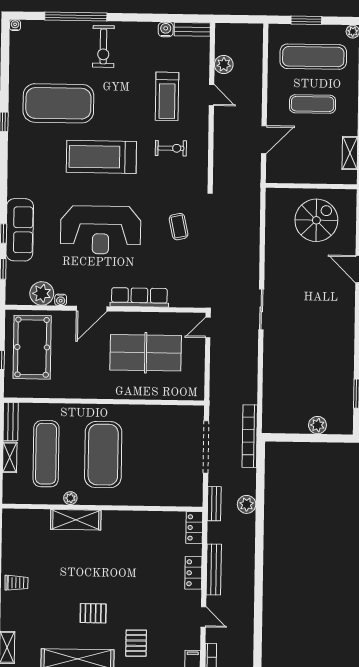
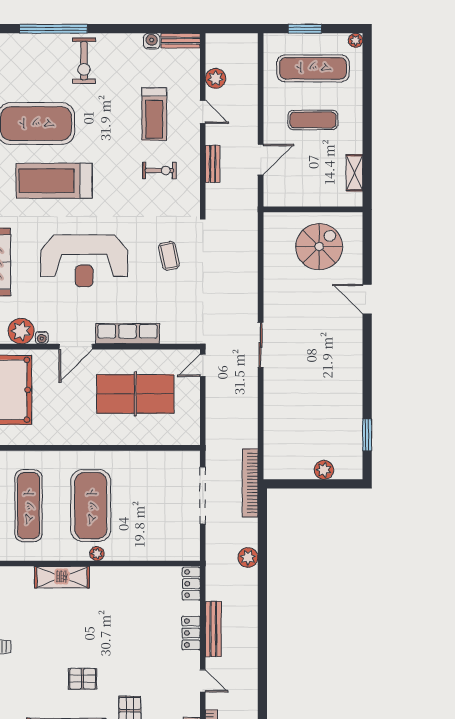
treadmill: (101, 157) -> (54, 181), moved
plant: (70, 498) -> (97, 554), moved
bench: (214, 504) -> (213, 164), moved

